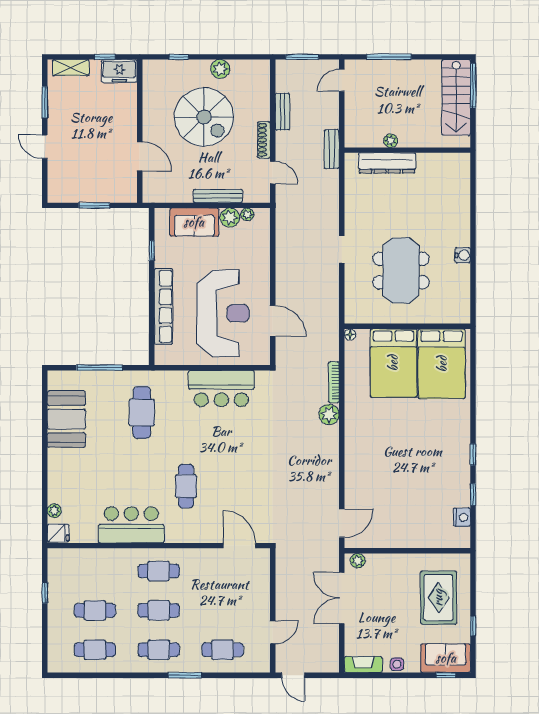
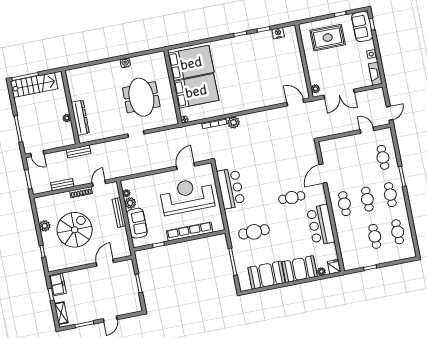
meeting table: (401, 271) -> (141, 97), turned 90
booth: (65, 476) -> (300, 269), added
door: (240, 546) -> (323, 174), moved

